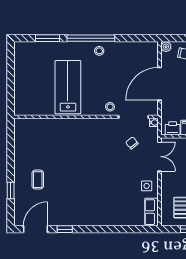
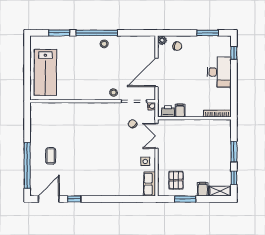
lab bench: (68, 87) -> (45, 72), moved, turned 180
double door: (160, 157) -> (157, 136), swing flipped
window: (11, 191) -> (27, 165), width x3.17

